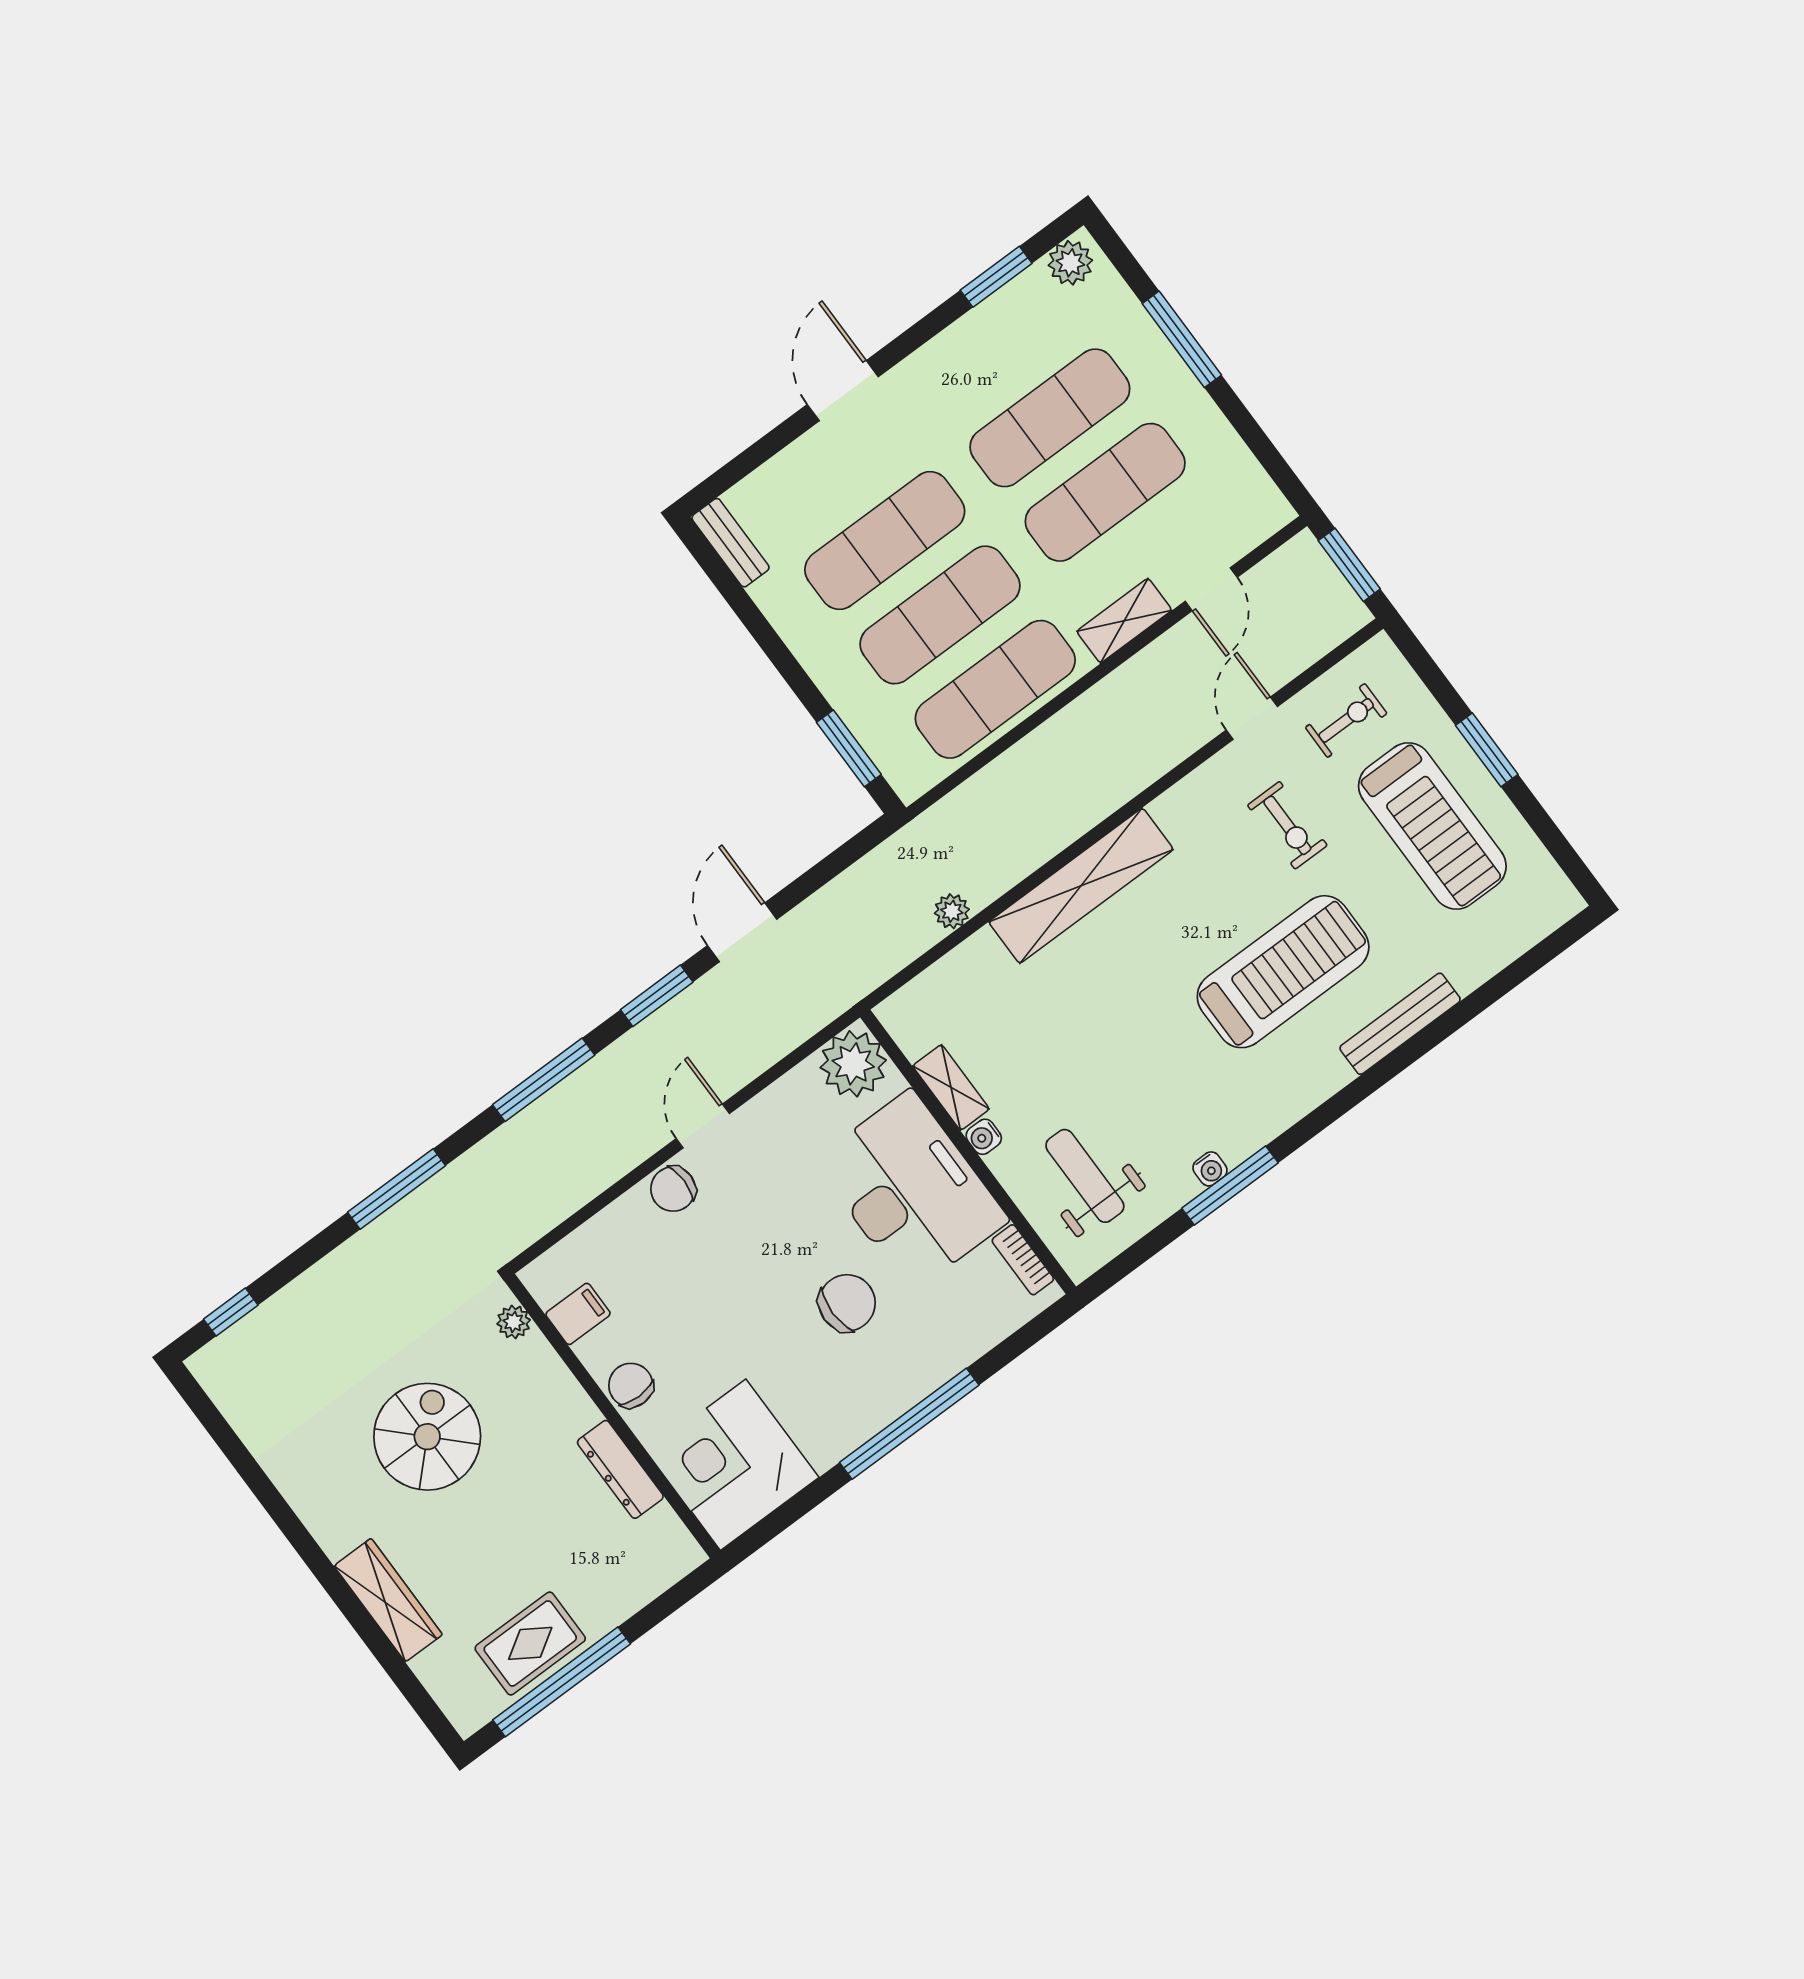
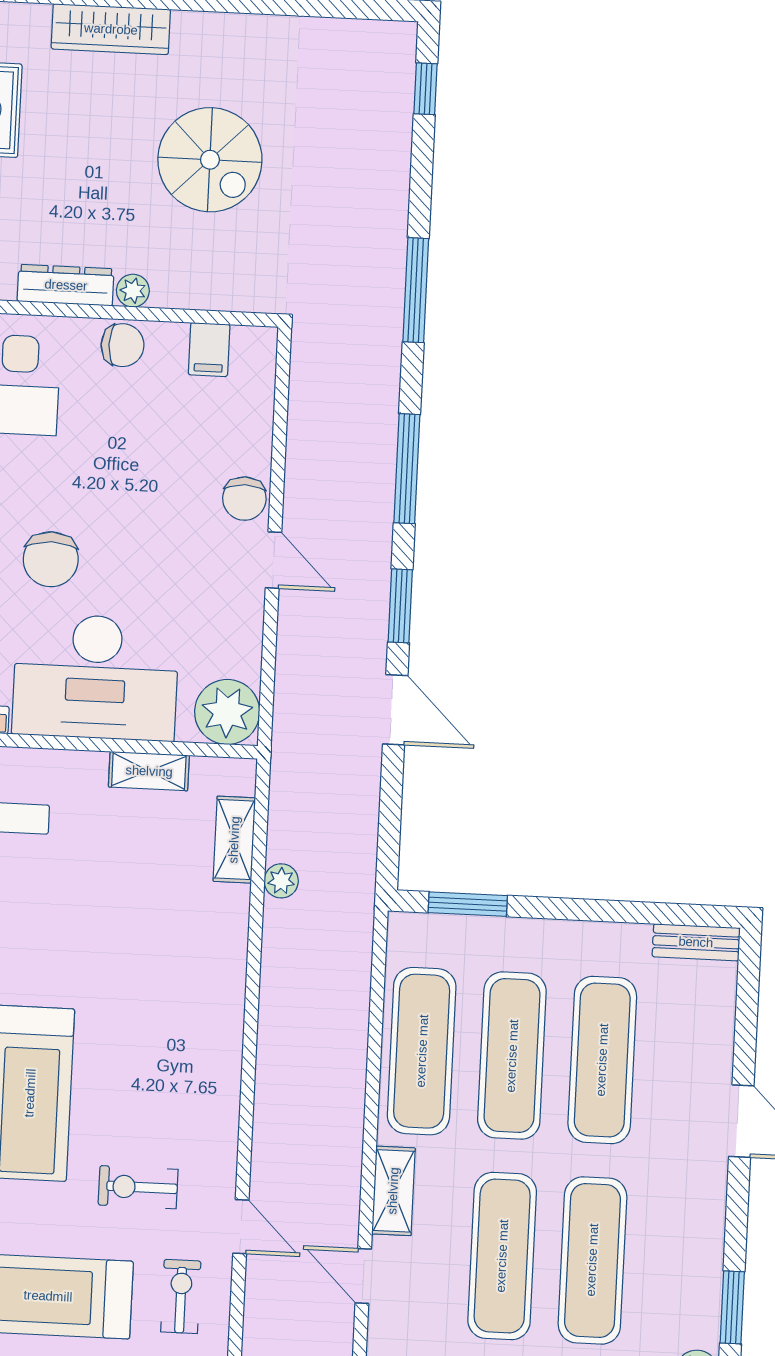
exercise bike: (1346, 720) -> (181, 1297), turned 180
shelving: (1081, 886) -> (234, 840), moved, width x0.45, depth x0.75
water cooler: (984, 1137) -> (91, 765), removed
chair: (673, 1189) -> (244, 499), turned 180
plant: (514, 1322) -> (133, 291), moved

